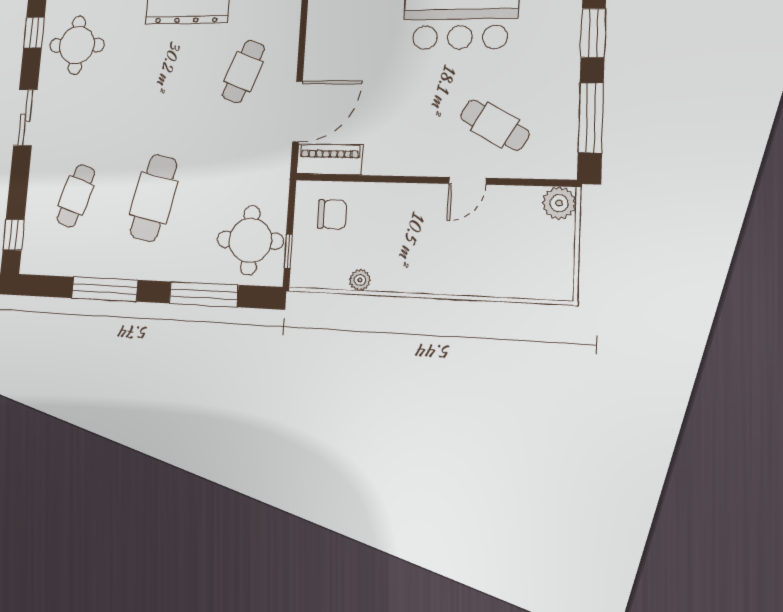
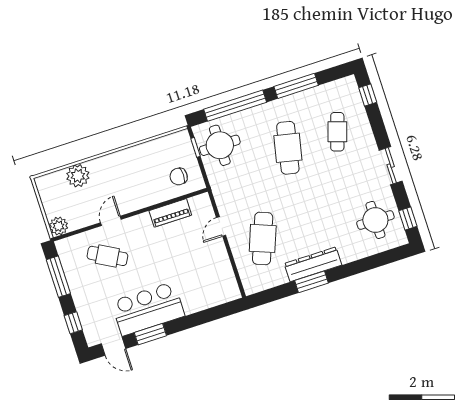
window: (593, 33) -> (73, 323), width x0.67
cafe table: (244, 72) -> (263, 238), width x1.37, depth x1.35
door: (298, 111) -> (221, 226), width x0.53
piano: (330, 160) -> (170, 213), moved
plant: (360, 280) -> (78, 176), moved, width x1.88, depth x1.88
window: (204, 294) -> (235, 106), width x1.46

